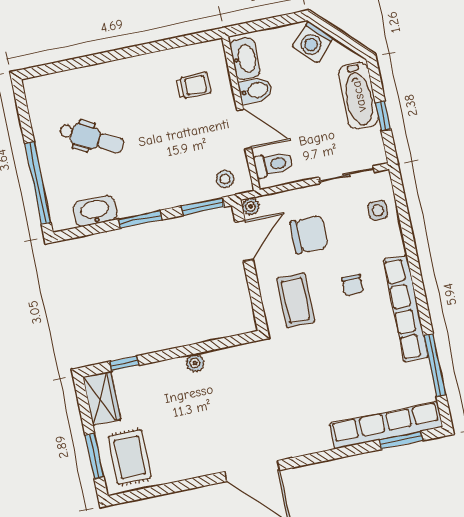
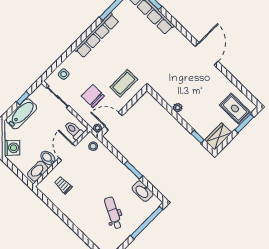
window: (203, 206) -> (111, 148), removed
chair: (353, 285) -> (102, 64), removed
rug: (130, 457) -> (235, 108), turned 90

